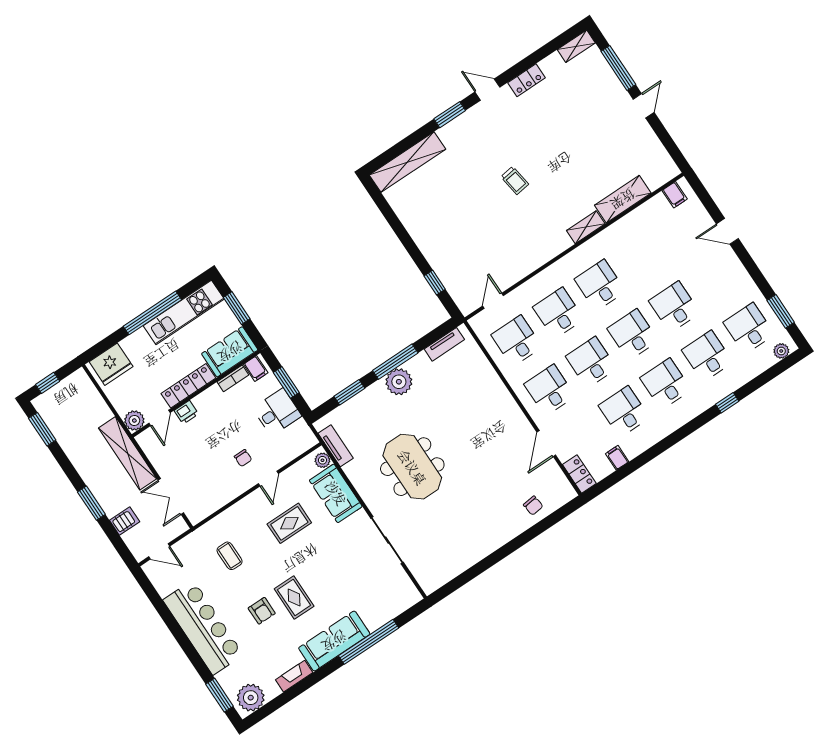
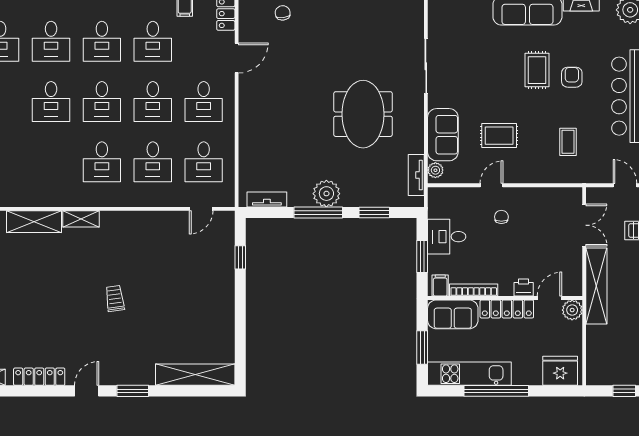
locker: (526, 80) -> (39, 377), width x1.53
door: (487, 90) -> (87, 391), swing flipped
bookcase: (233, 378) -> (474, 290), width x1.56

